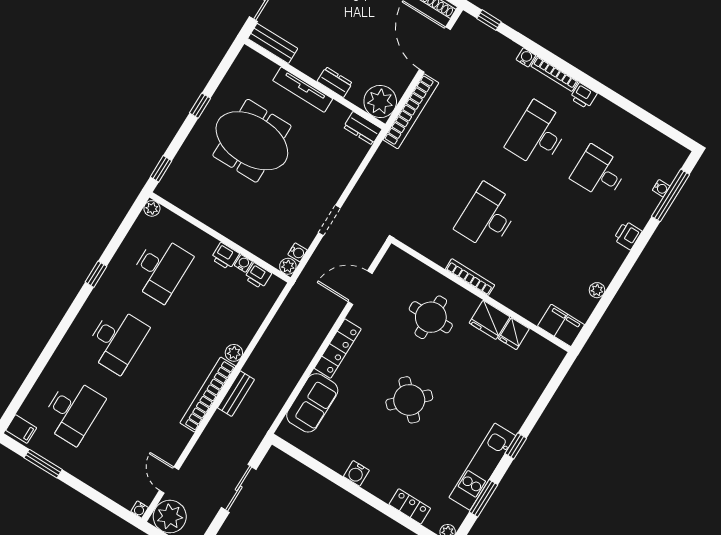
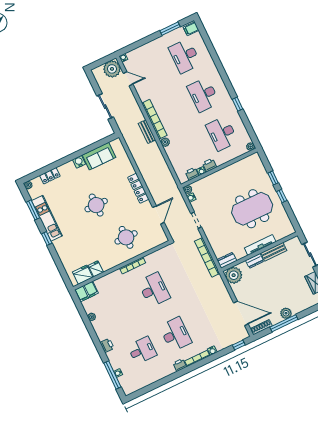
bench: (273, 43) -> (274, 252), moved
bookcase: (411, 111) -> (207, 257), moved
window: (161, 169) -> (273, 178), moved
fridge: (490, 320) -> (83, 275), moved
round table: (409, 400) -> (96, 205), turned 45
sofa: (312, 403) -> (99, 156), moved, turned -90

